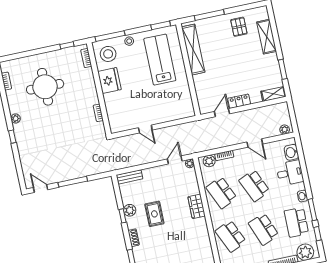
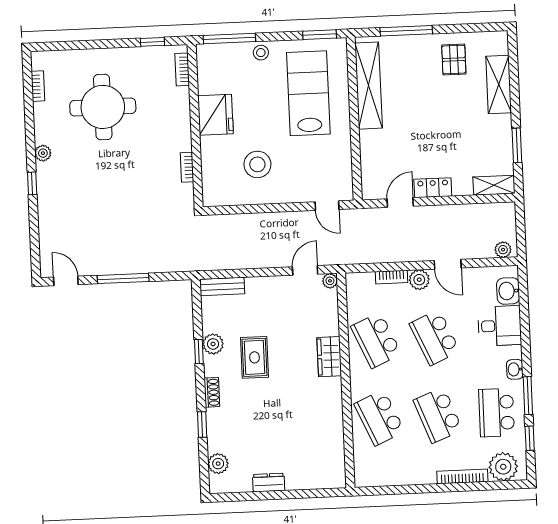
stool: (108, 54) -> (257, 164), moved
door: (145, 129) -> (327, 206), moved
plant: (209, 161) -> (419, 280), moved

